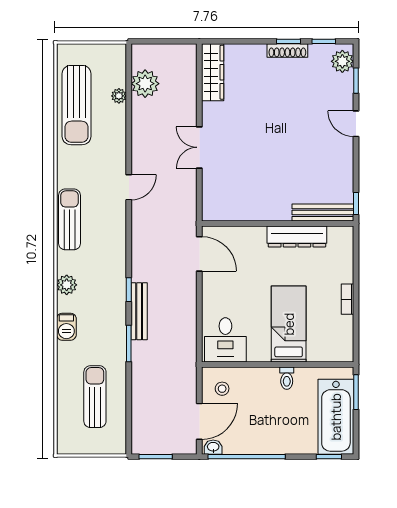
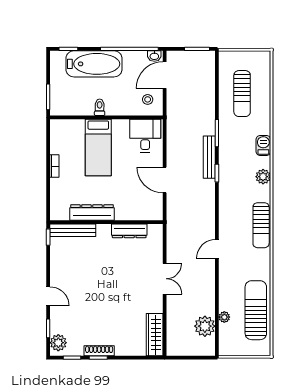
dresser: (247, 212) -> (129, 231), added
door: (199, 254) -> (165, 180), moved
bathtub: (336, 417) -> (94, 64), moved, turned 90

